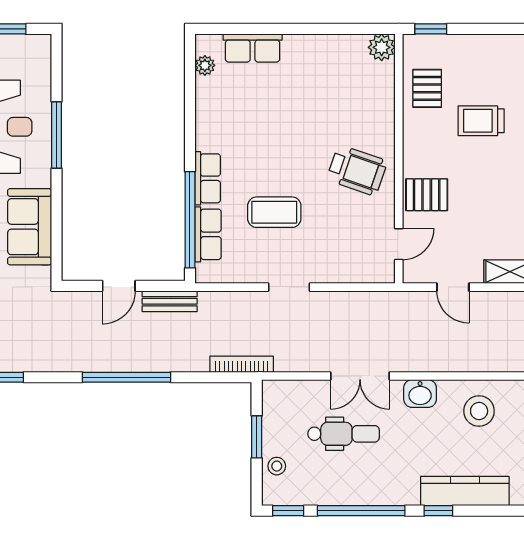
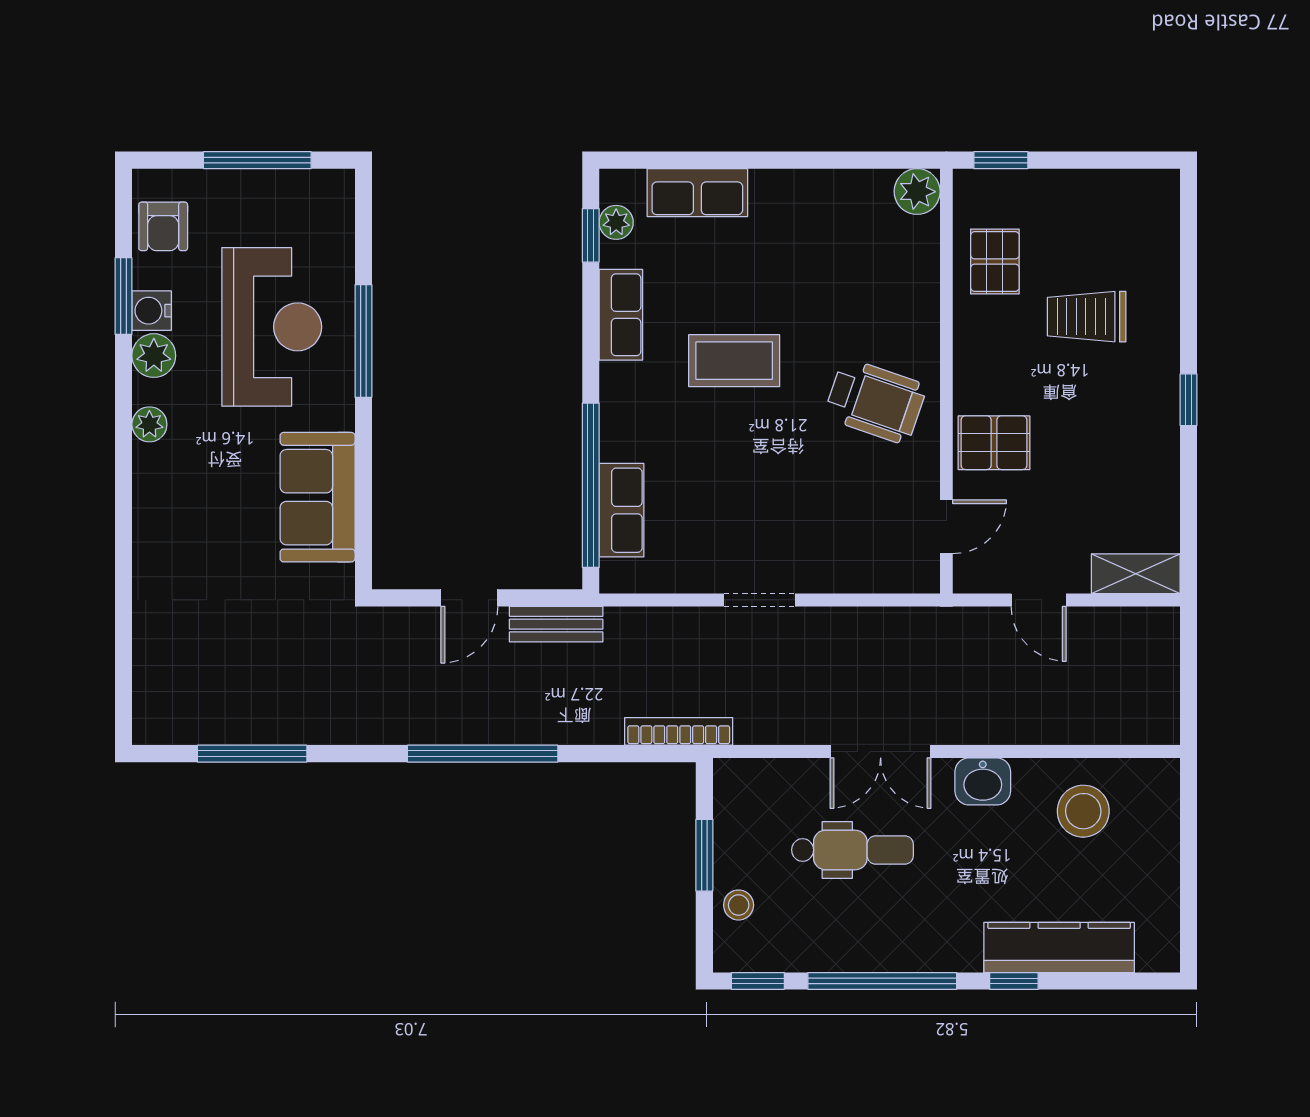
window: (190, 73) -> (591, 235), added
row of seats: (208, 178) -> (621, 315), moved
coffee table: (274, 212) -> (734, 361), moved

